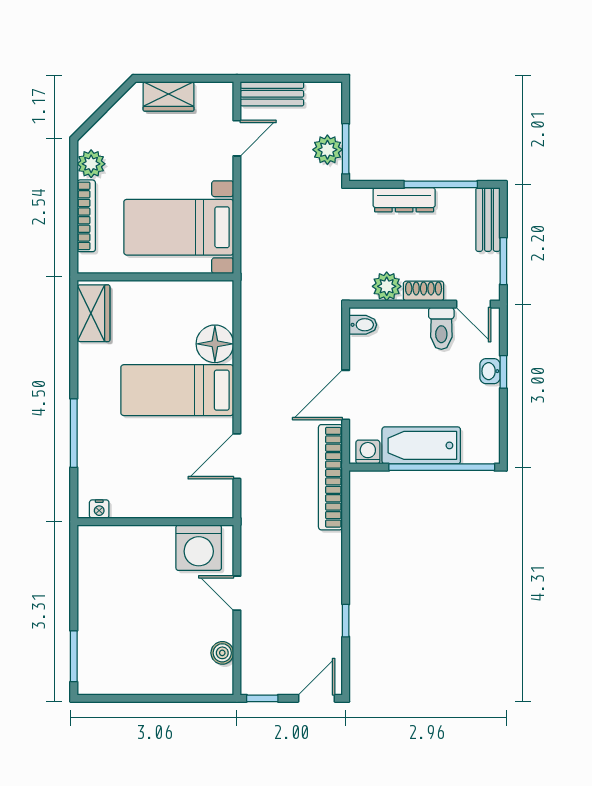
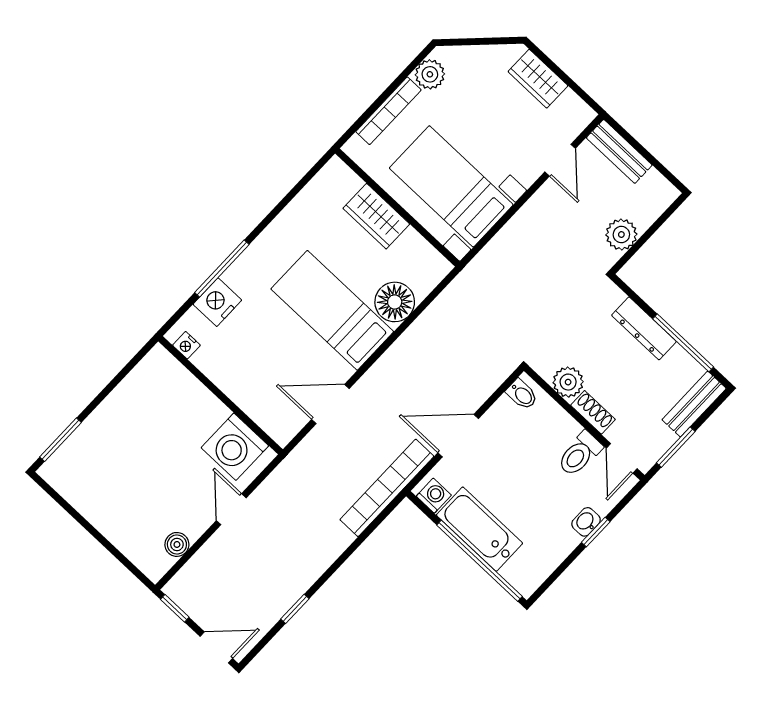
door: (237, 138) -> (560, 160), hinge flipped
window: (346, 149) -> (636, 247), removed
wardrobe: (93, 313) -> (376, 216), moved, turned 90
nightstand: (93, 459) -> (217, 302), added

